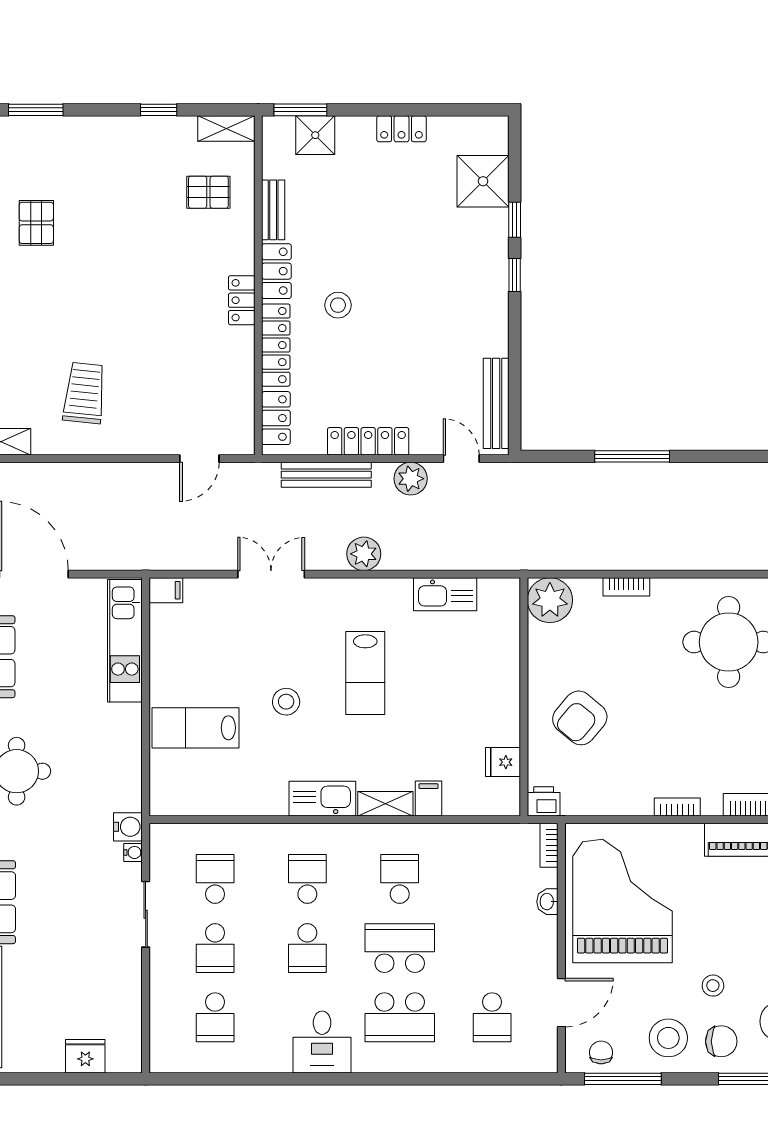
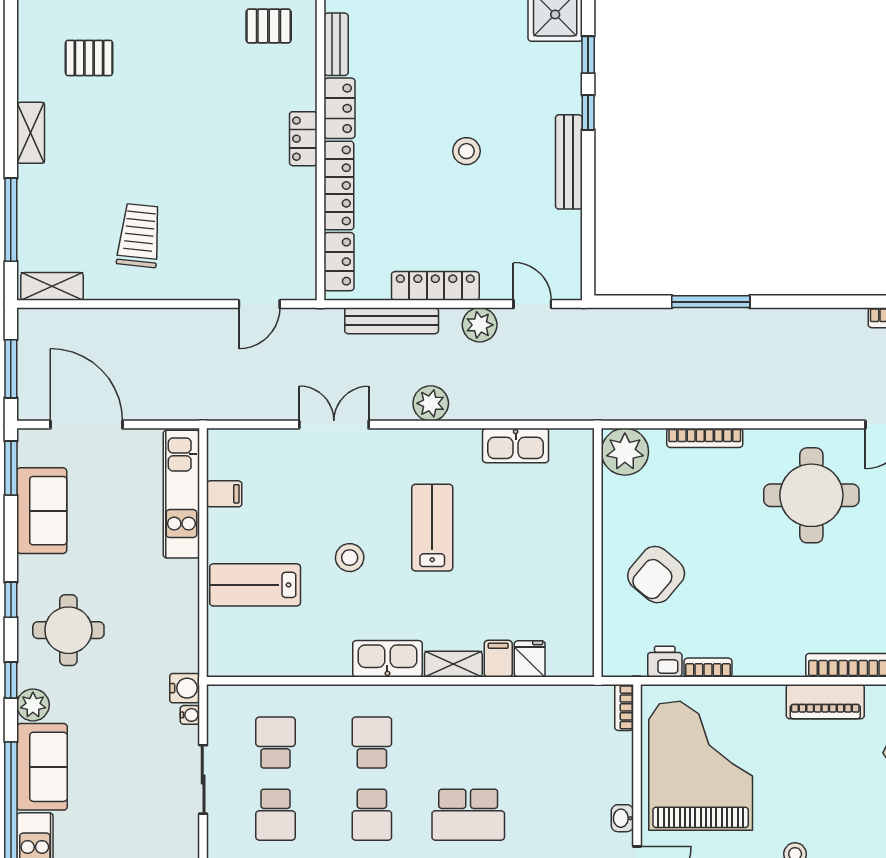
pallet: (36, 223) -> (89, 58), turned 90
stool: (338, 305) -> (466, 151), moved
bench: (496, 403) -> (569, 162), moved
bookcase: (626, 587) -> (705, 438), width x1.56
filing cabinet: (166, 590) -> (224, 494), moved
lab bench: (365, 673) -> (432, 528), turned 180
fridge: (503, 762) -> (530, 659), moved, turned 90
printer: (544, 801) -> (665, 662), moved
bookcase: (677, 807) -> (708, 667), moved
school desk: (400, 879) -> (468, 743), removed
washbasin: (547, 902) -> (622, 818), moved
school desk: (400, 948) -> (468, 815), turned 180

